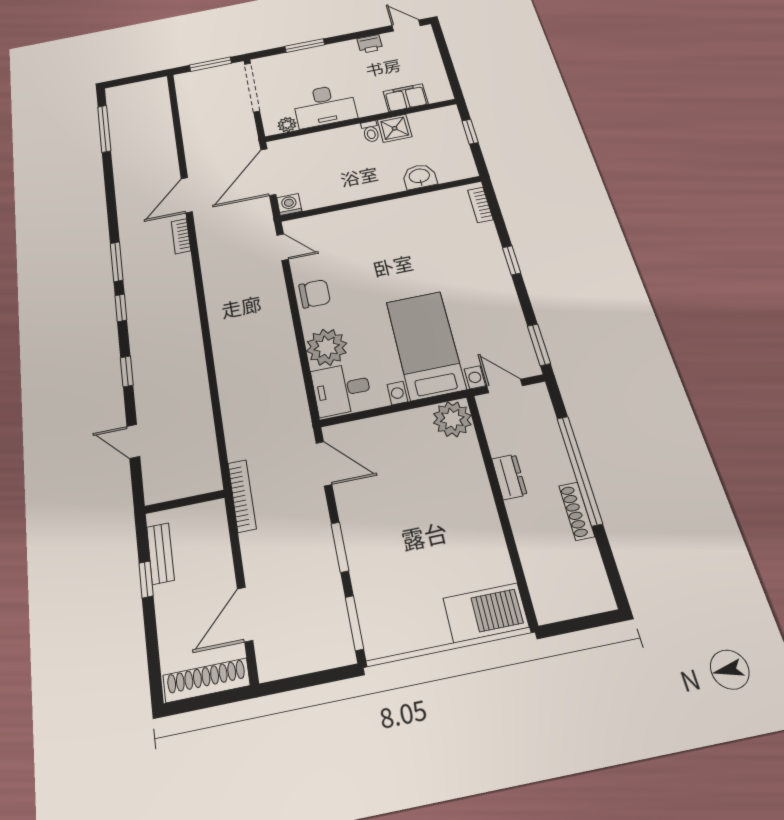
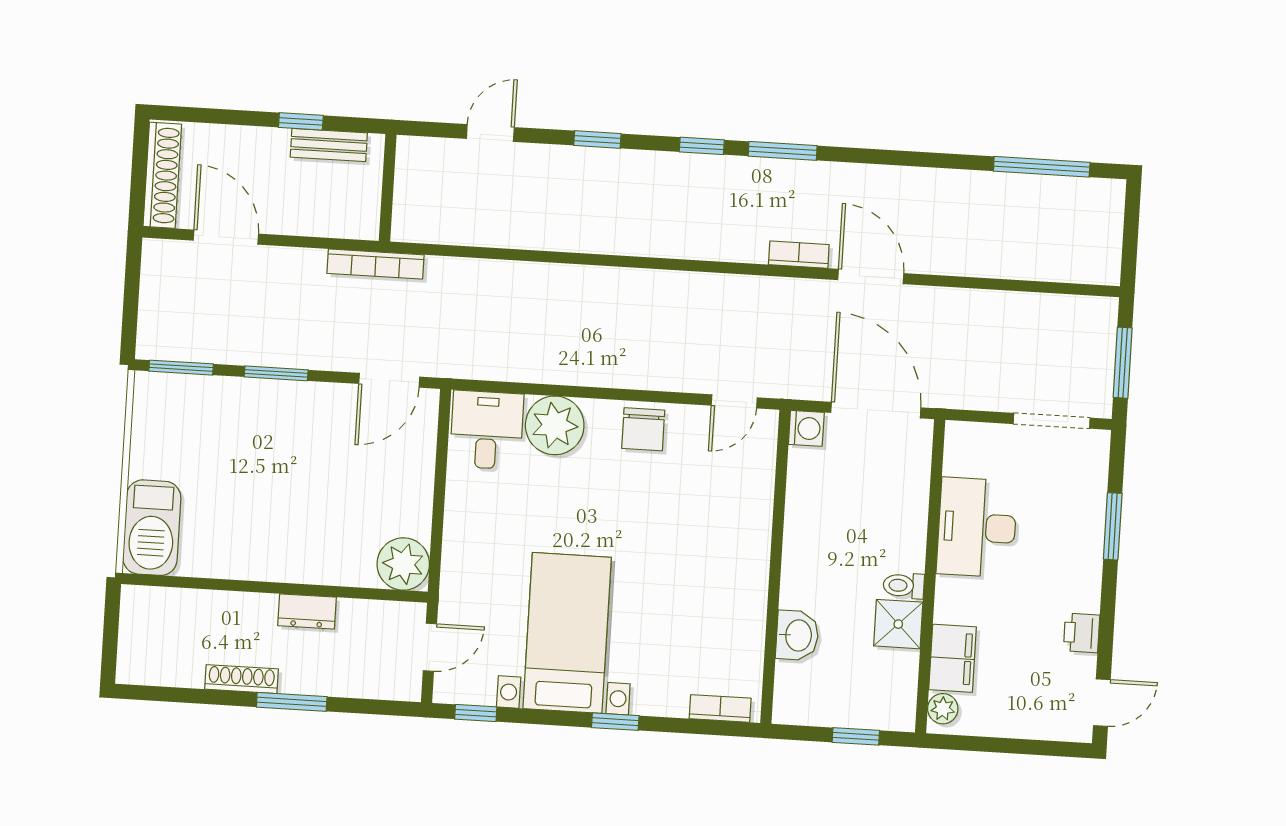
doorway: (252, 87) -> (1052, 421), width x0.73
plant: (287, 125) -> (943, 709), moved
bed with nightstands: (426, 345) -> (567, 633), moved, turned -90
window: (539, 345) -> (476, 713), width x0.67
window: (579, 470) -> (292, 702), width x0.47

